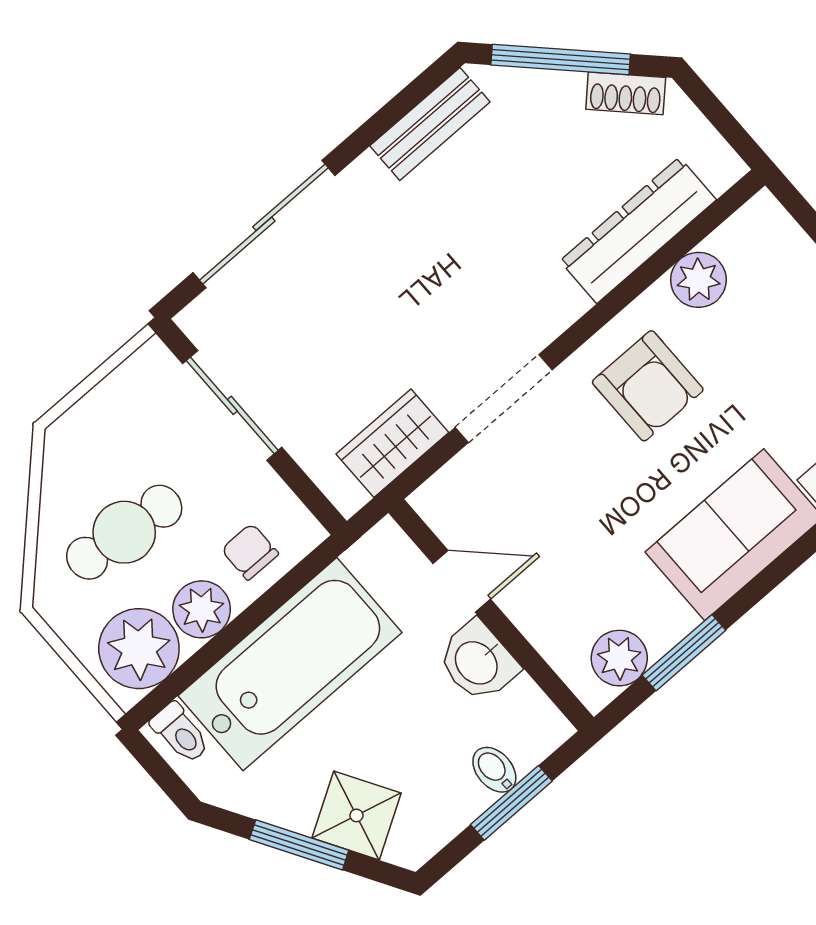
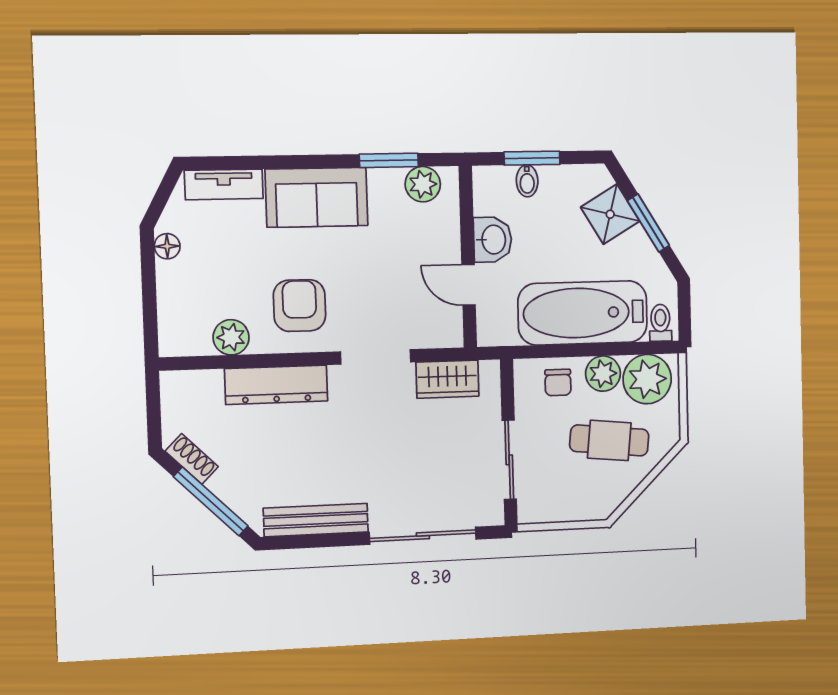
bench: (430, 124) -> (316, 520), width x1.36
dresser: (638, 230) -> (276, 385), moved

